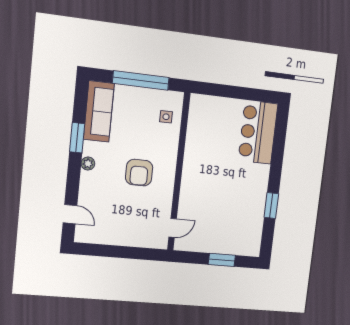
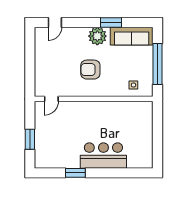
bar counter: (258, 132) -> (103, 156), moved
plant: (88, 164) -> (97, 36), width x1.88, depth x1.88
door: (173, 228) -> (51, 99), hinge flipped

